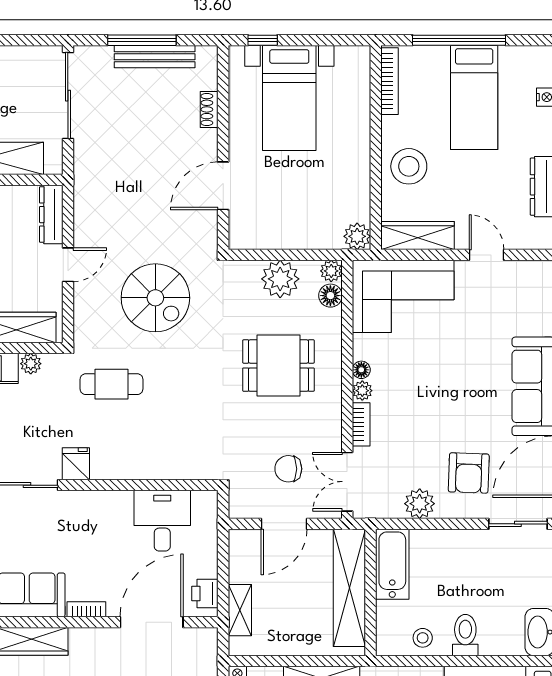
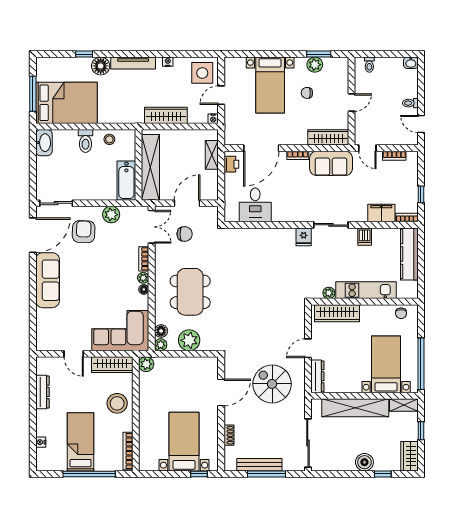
spiral stairs: (155, 298) -> (272, 384), moved
dining table: (278, 366) -> (190, 292), width x1.37
cafe table: (111, 384) -> (284, 281), removed

